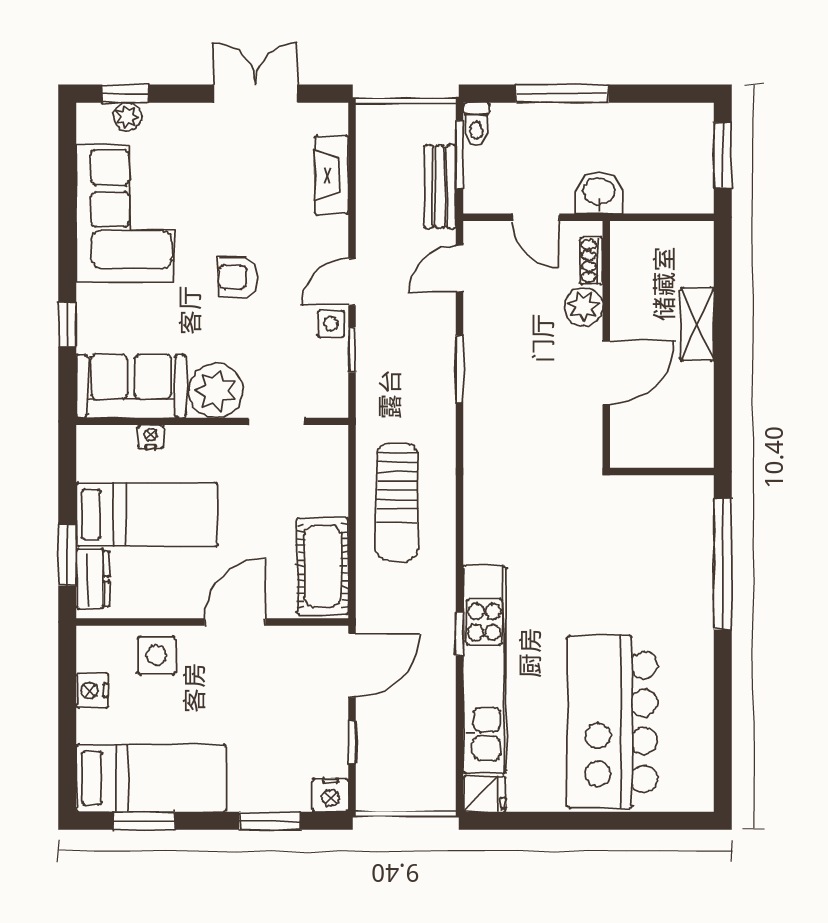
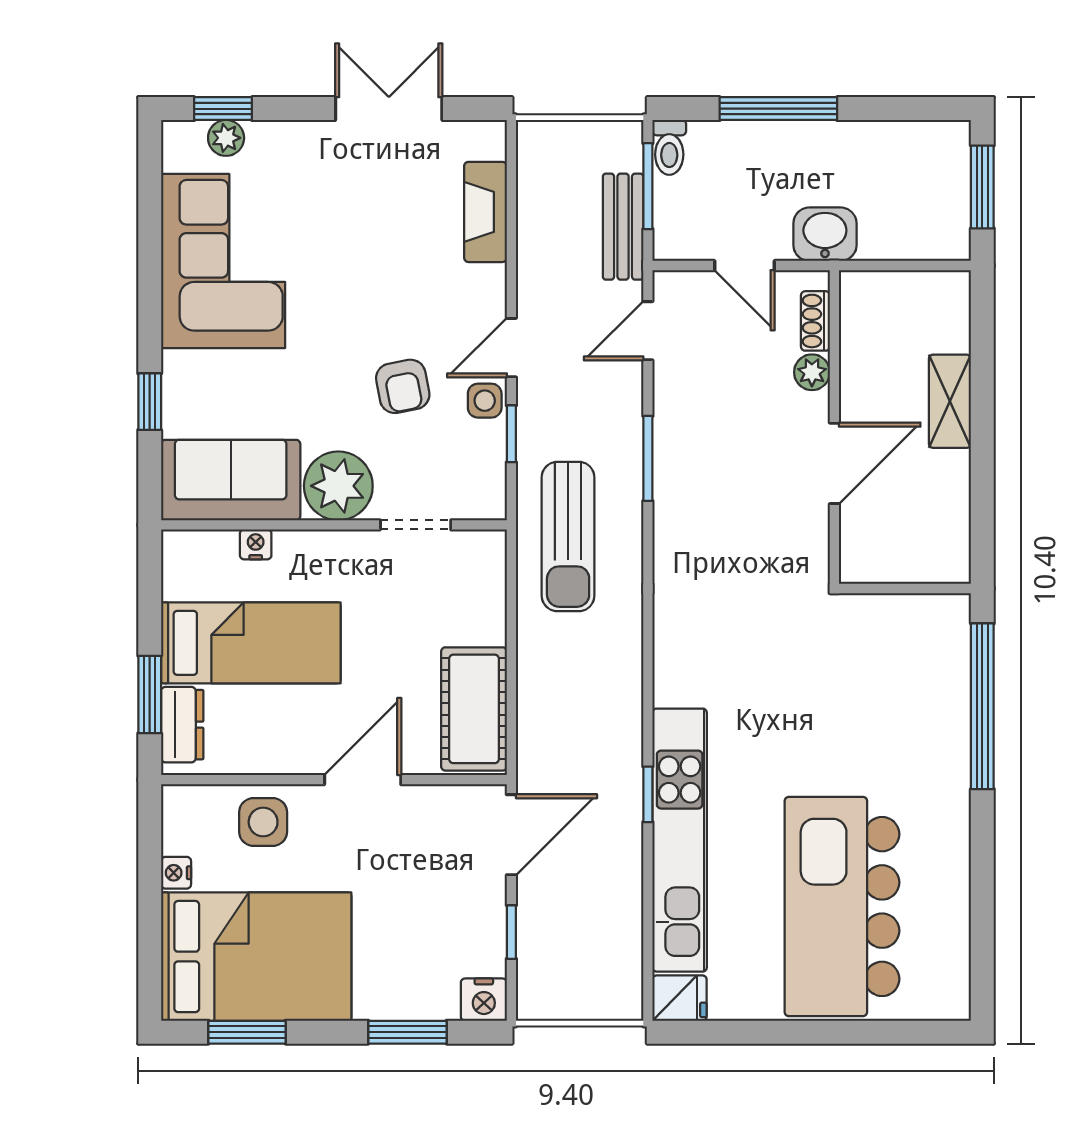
armchair: (238, 277) -> (403, 386), moved, turned -101
plant: (583, 307) -> (812, 372), width x0.73, depth x0.73
sun lounger: (397, 502) -> (568, 536), moved
nightstand: (92, 690) -> (176, 873), width x0.72, depth x0.74
bed: (151, 778) -> (256, 957), width x1.50

